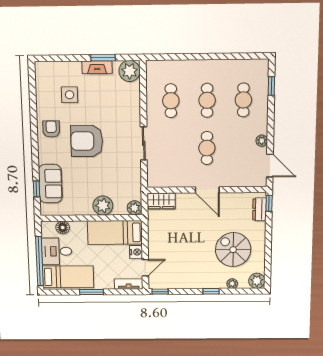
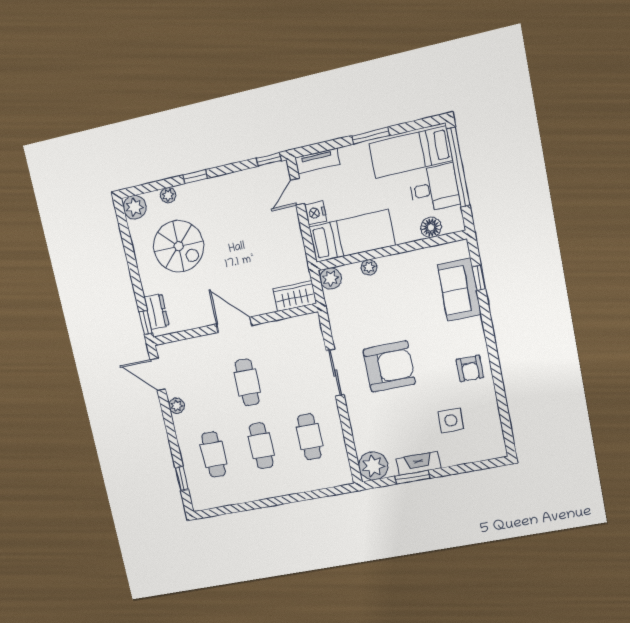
armchair: (87, 141) -> (389, 367), moved
plant: (103, 206) -> (369, 267), width x0.53, depth x0.53

